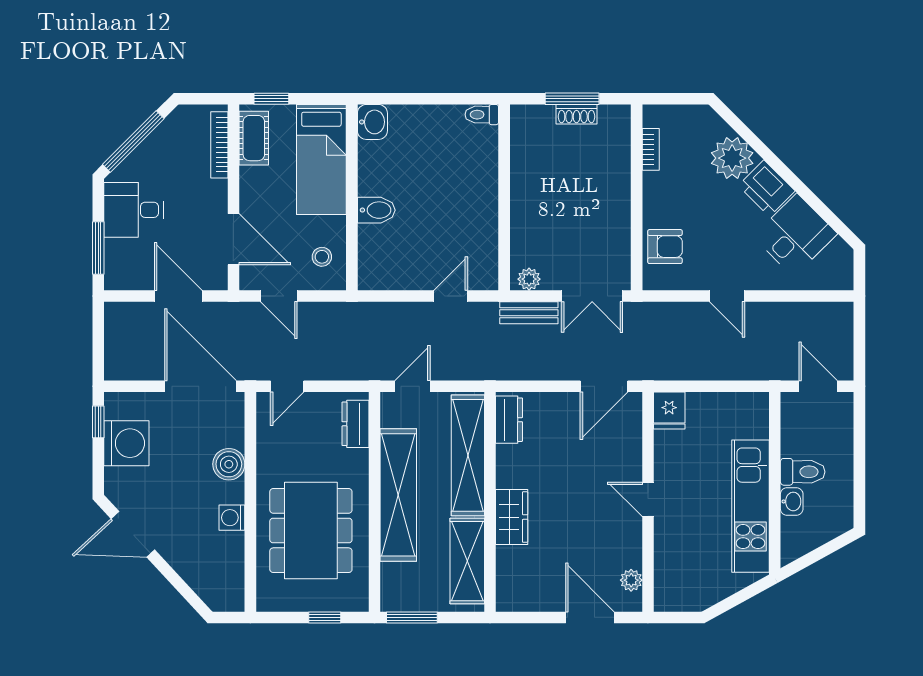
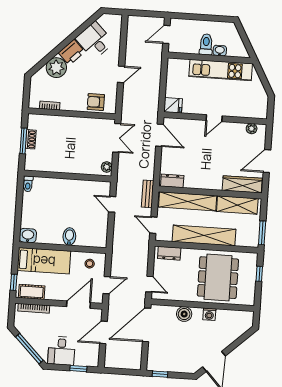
armchair: (665, 247) -> (96, 102), turned -90
window: (98, 248) -> (78, 369), width x0.67
bench: (529, 313) -> (148, 194), moved
washing machine: (126, 443) -> (171, 362), removed
wardrobe: (512, 517) -> (242, 184), moved, width x1.50
dining table: (311, 531) -> (218, 278), turned 90
door: (590, 617) -> (267, 161), moved

